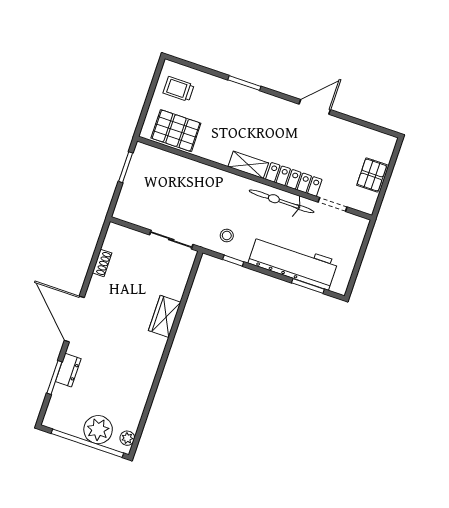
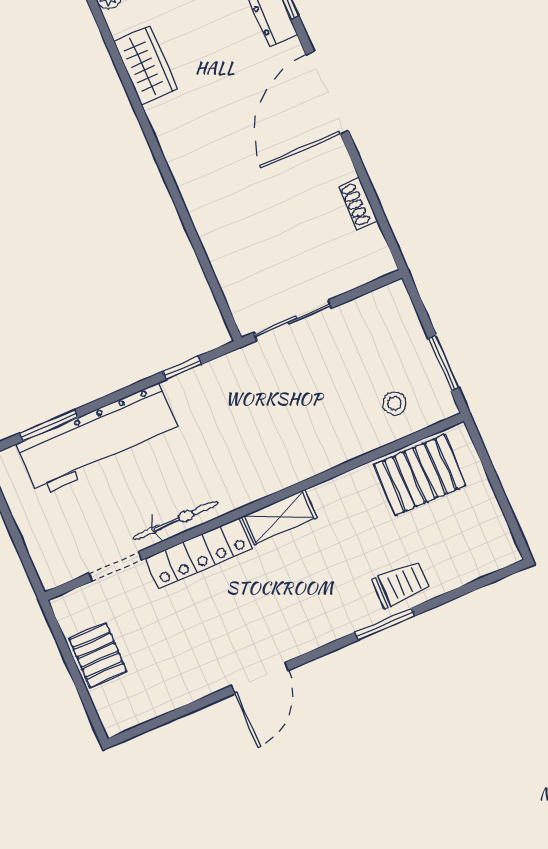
trolley: (179, 89) -> (401, 584), moved
bicycle: (282, 201) -> (176, 520), width x0.73, depth x0.71
stool: (227, 236) -> (394, 403), moved
wardrobe: (165, 316) -> (146, 65), moved
door: (74, 319) -> (327, 93), swing flipped

